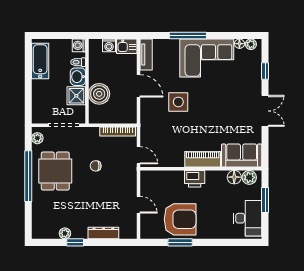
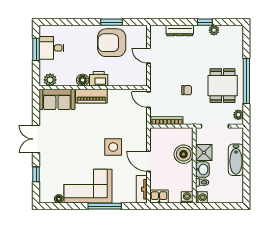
plant: (251, 44) -> (49, 198), removed
washing machine: (109, 45) -> (187, 197), moved
bathtub: (40, 61) -> (236, 160), moved
floor lamp: (234, 177) -> (83, 80), moved
window: (265, 200) -> (36, 49), moved
desk: (248, 218) -> (51, 48), width x0.73

